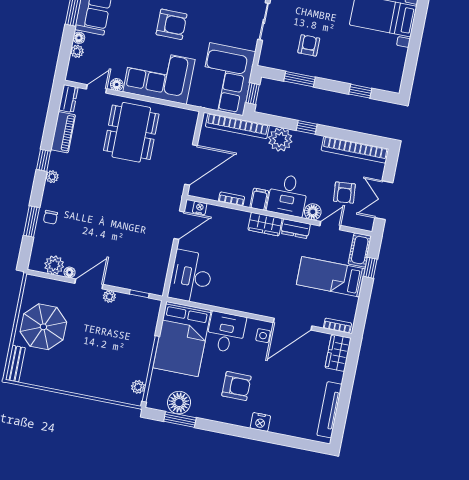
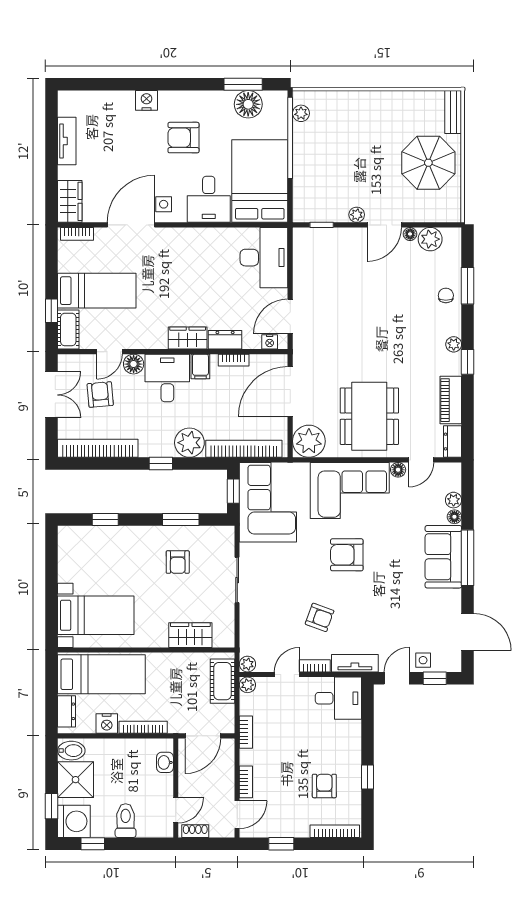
plant: (184, 122) -> (309, 441), added
dresser: (296, 229) -> (225, 340), moved
tv unit: (329, 410) -> (67, 141), width x0.71

